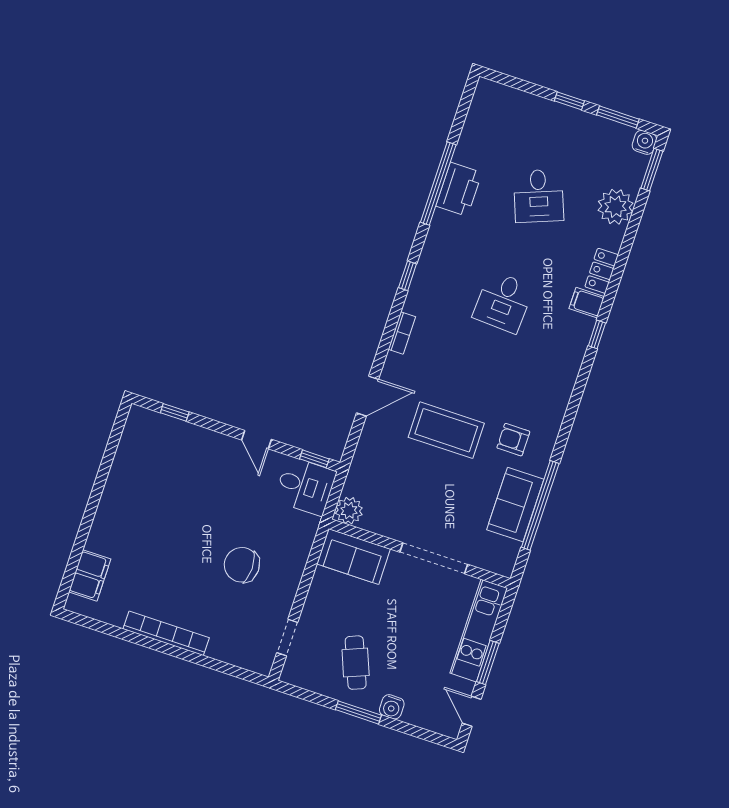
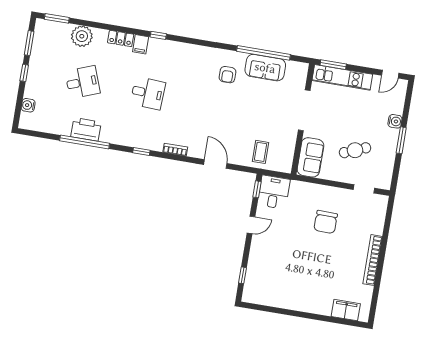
water cooler: (644, 142) -> (28, 105), moved
coffee table: (446, 430) -> (260, 152), moved, width x0.54, depth x0.58
plant: (349, 511) -> (284, 164), removed
cafe table: (356, 663) -> (355, 150), moved
window: (488, 663) -> (333, 65), moved

